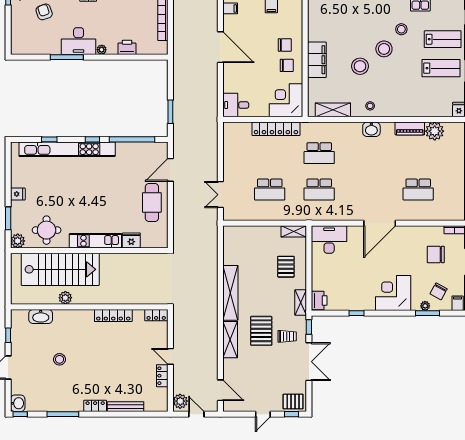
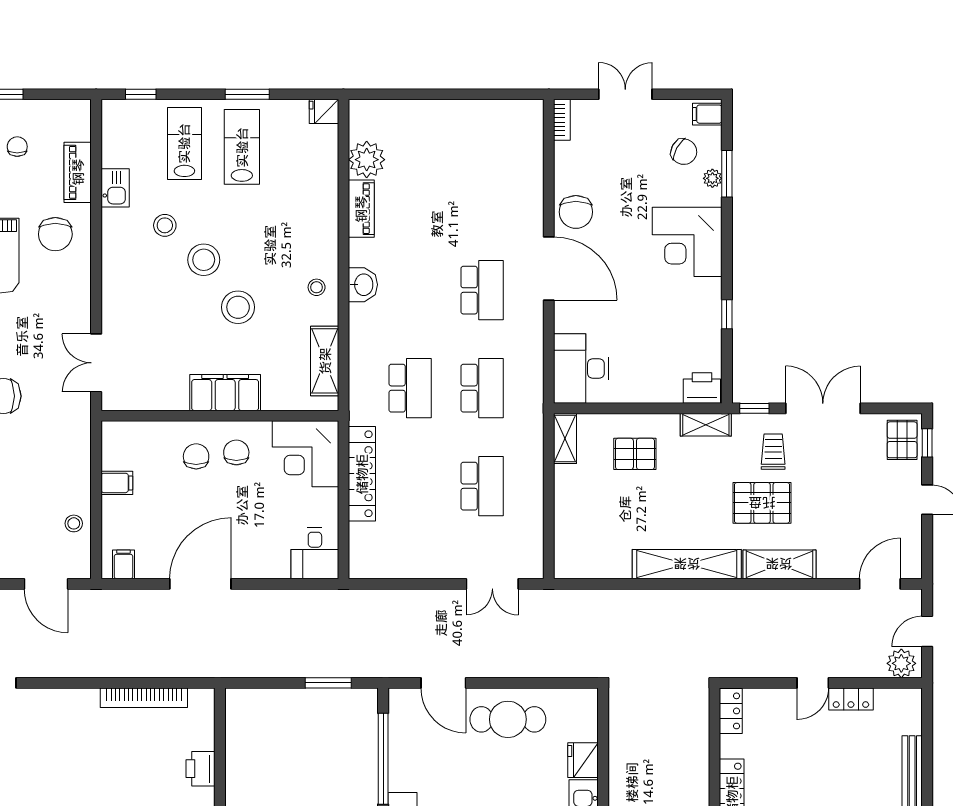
school desk: (418, 189) -> (482, 290), moved
chair: (436, 254) -> (576, 212), moved

